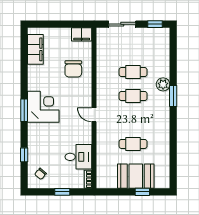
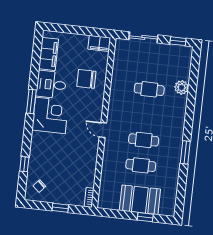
chair: (73, 69) -> (86, 79), turned 90
plant: (163, 84) -> (182, 87), moved
cafe table: (133, 96) -> (144, 140), moved
window: (173, 96) -> (185, 152), moved
window: (24, 110) -> (31, 101), moved
desk: (78, 157) -> (51, 85), moved, turned 180

